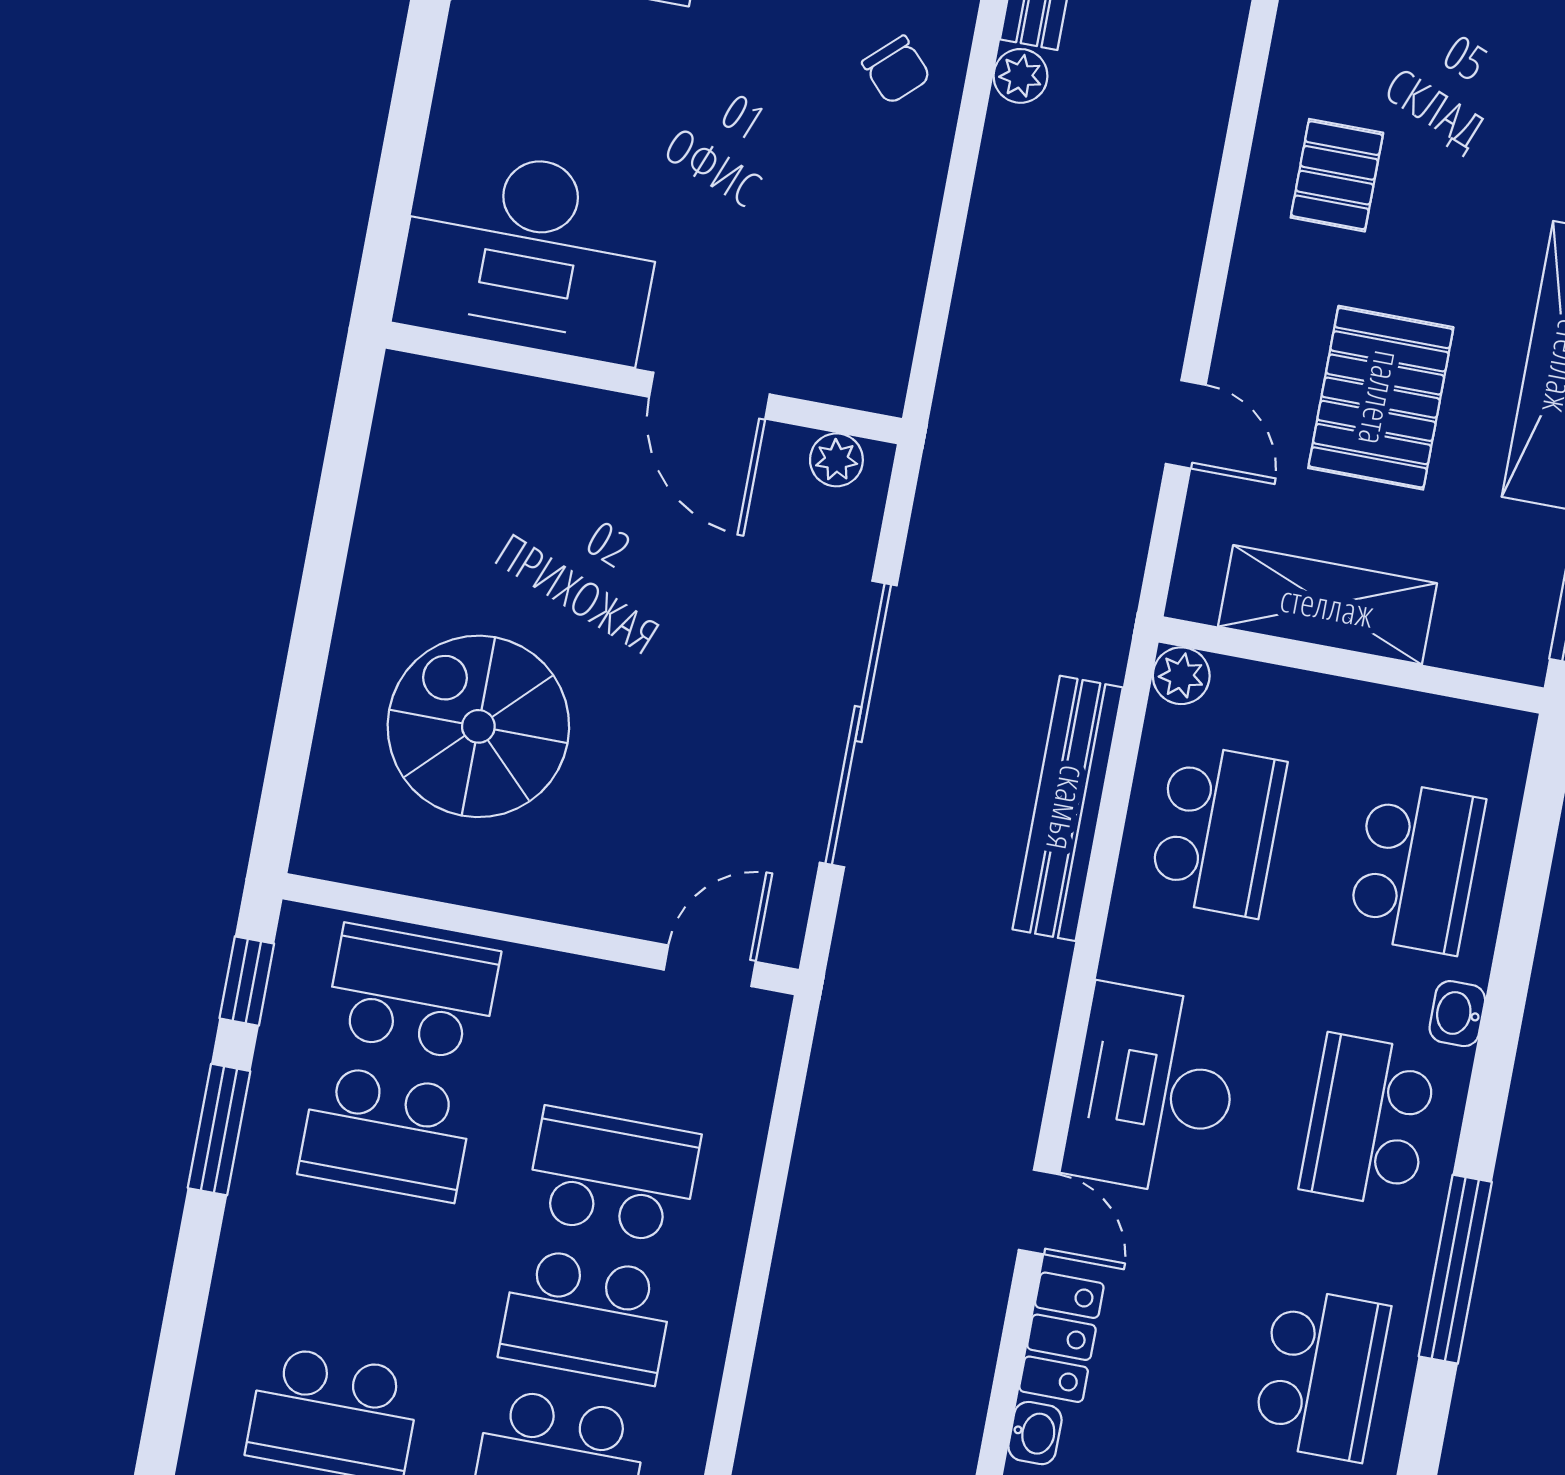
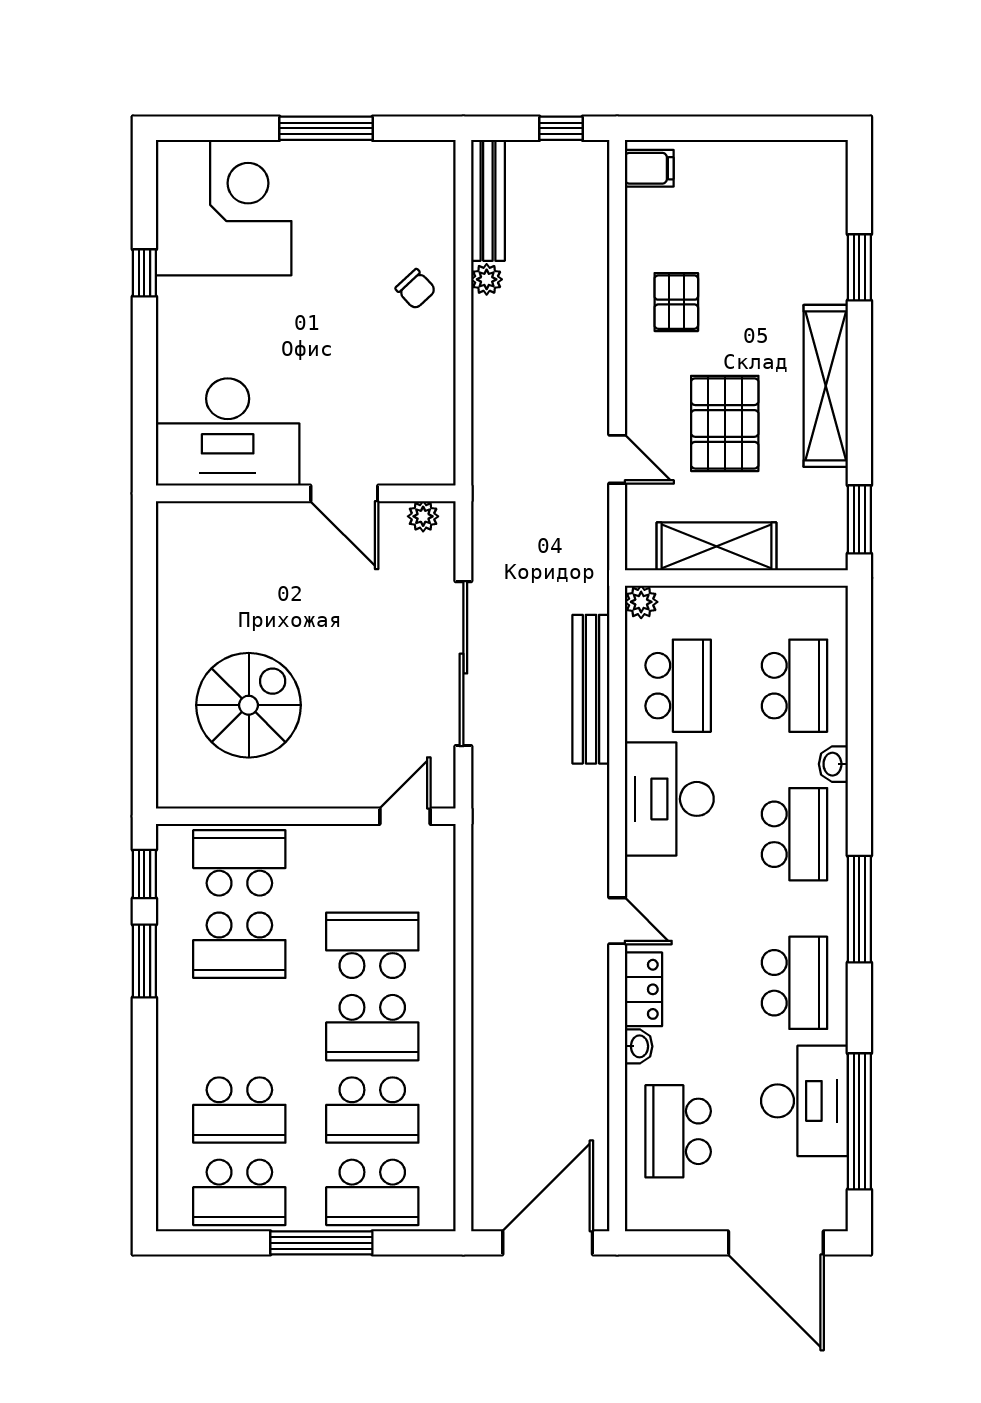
spiral stairs: (478, 726) -> (249, 705), turned 90
desk: (1153, 1090) -> (669, 799), moved
school desk: (1369, 1121) -> (794, 834), turned 180

